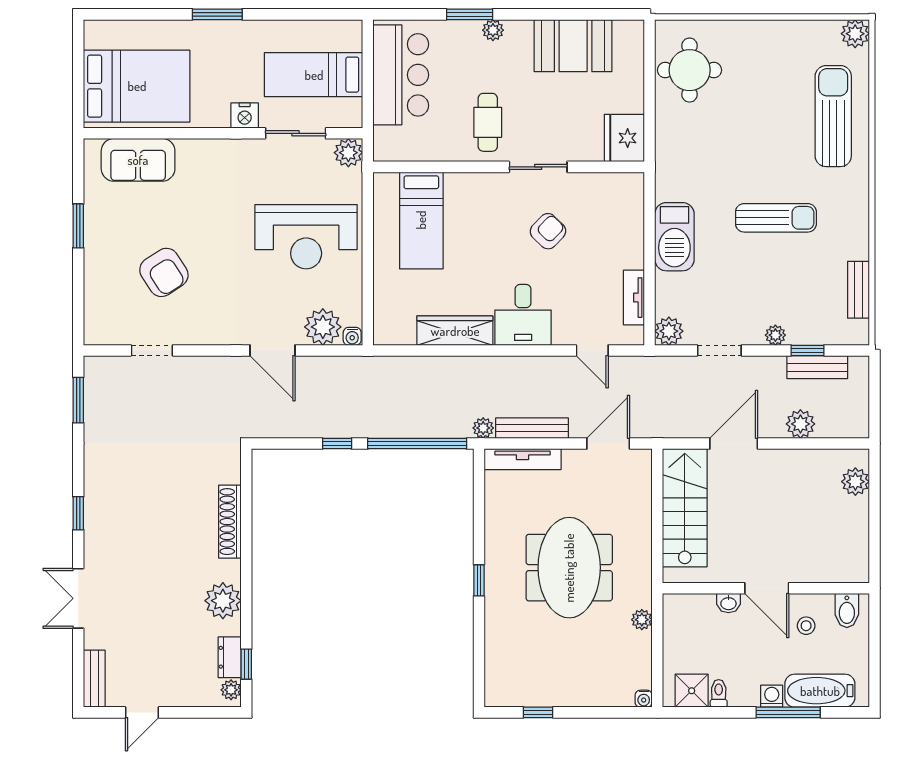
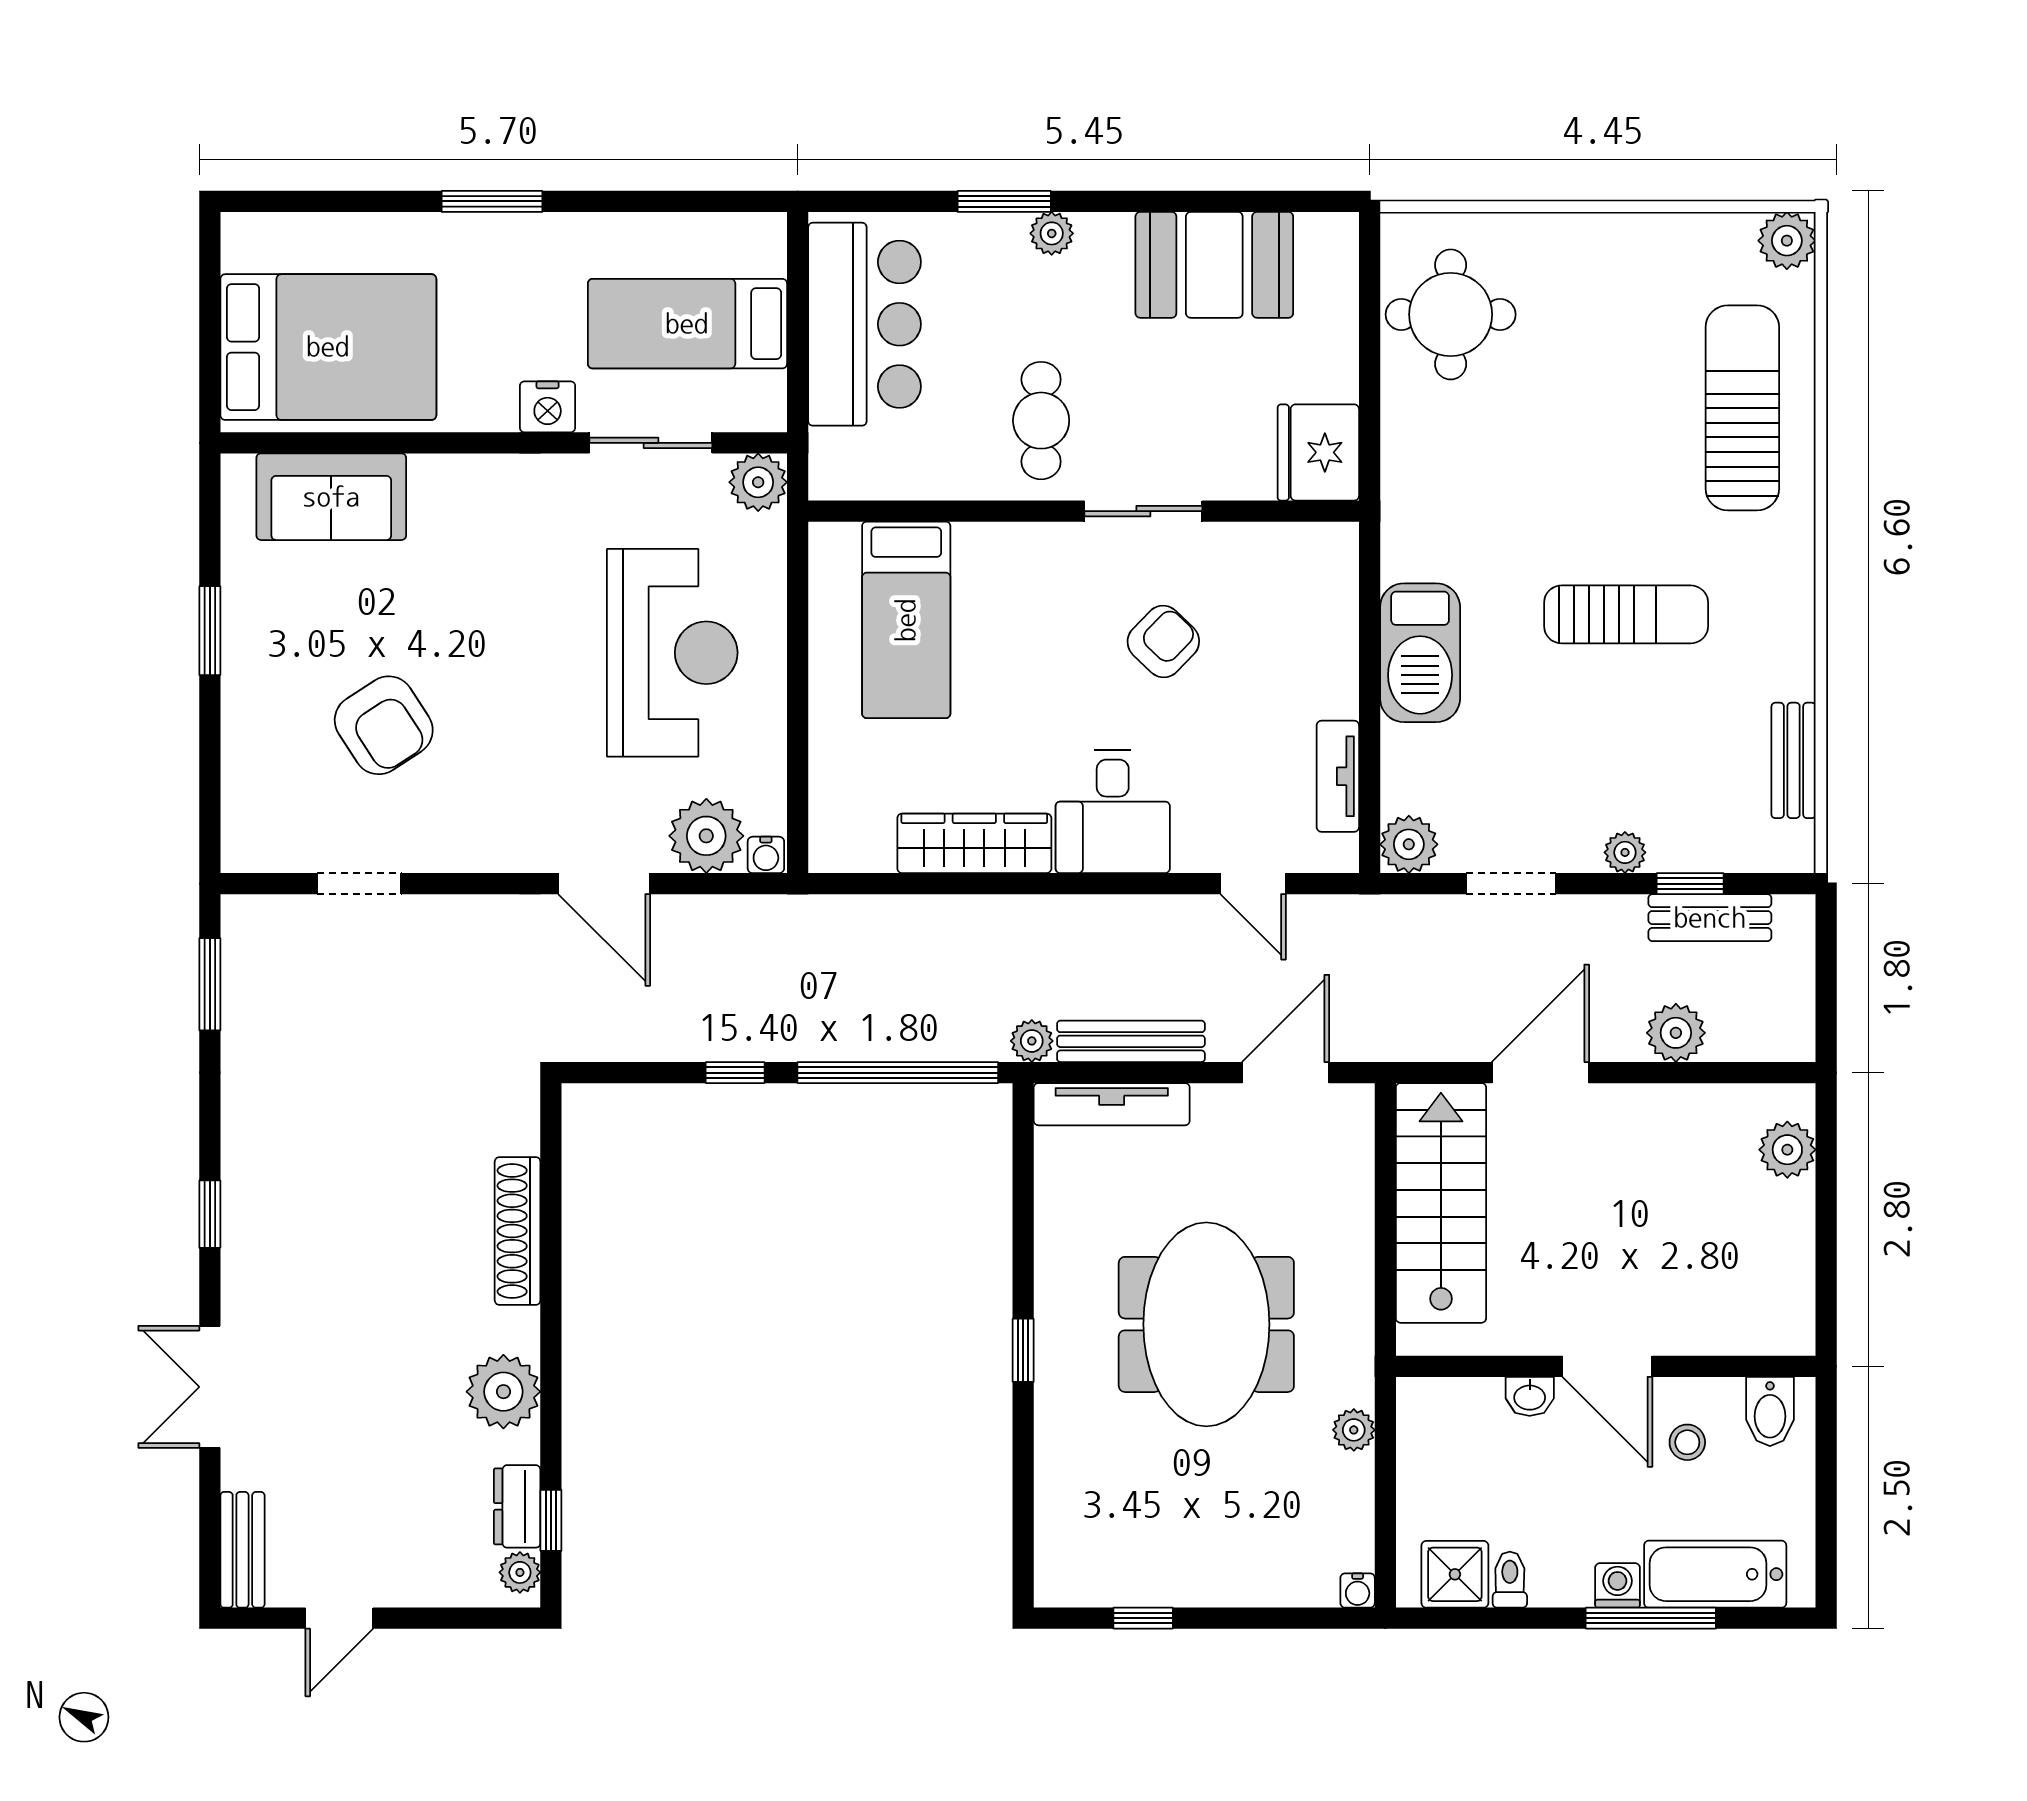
reception desk: (306, 237) -> (672, 653), turned -90

